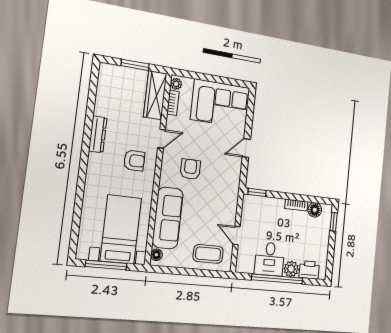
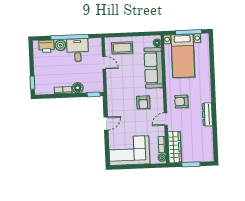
floor lamp: (315, 210) -> (78, 88), moved

